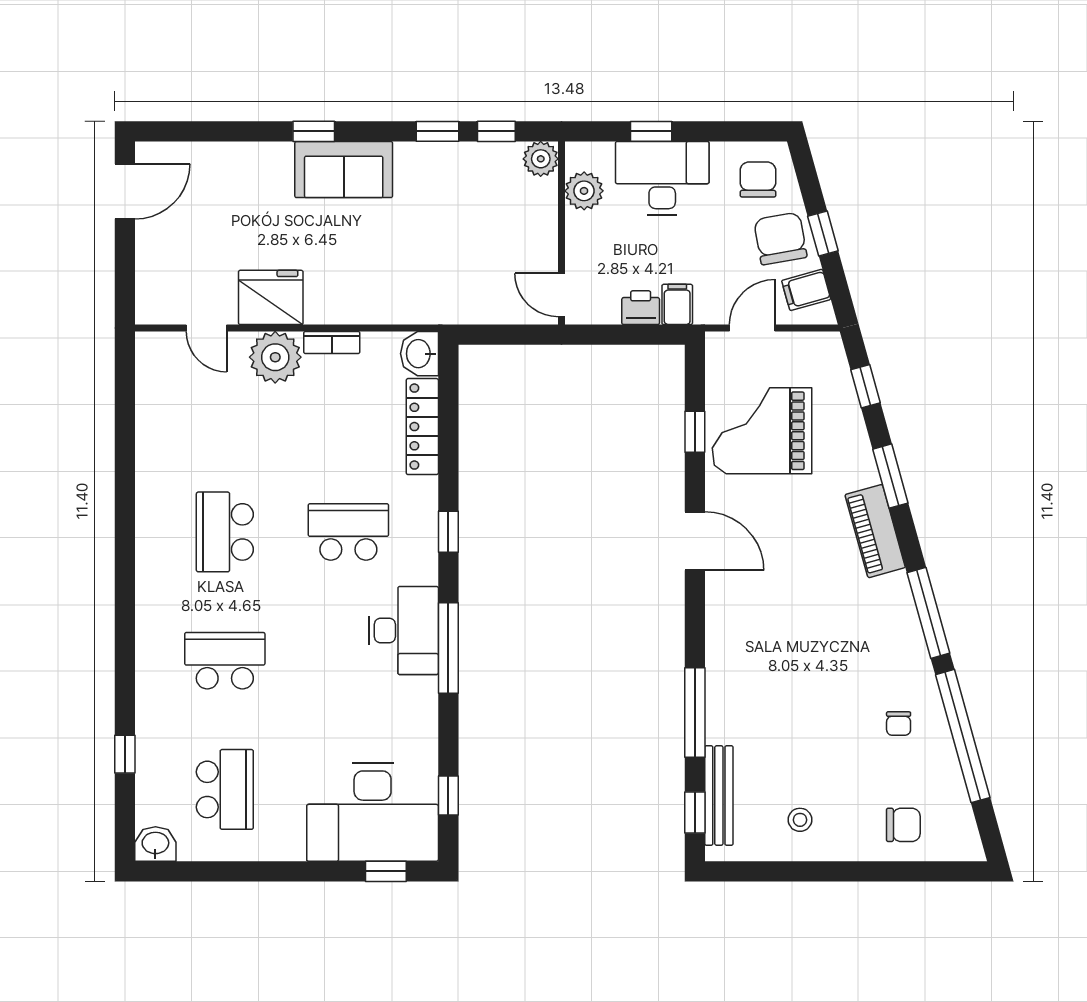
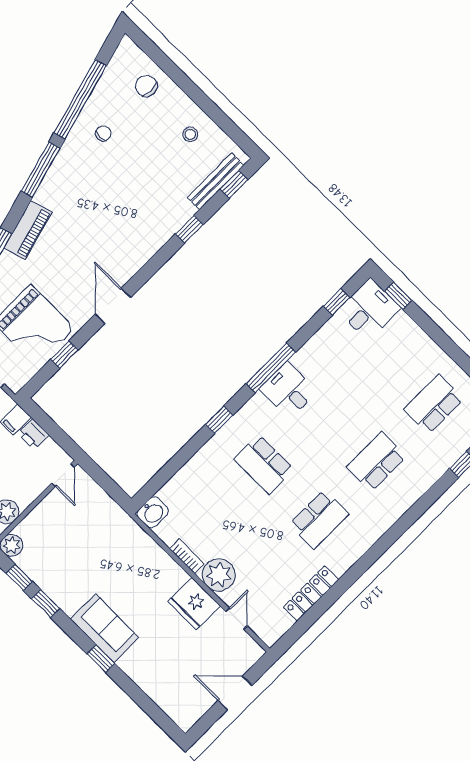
door: (125, 191) -> (235, 693), moved
locker: (422, 427) -> (311, 593), moved, turned 180
desk: (404, 630) -> (288, 390), width x0.73
school desk: (225, 661) -> (376, 462), turned 90
window: (695, 712) -> (189, 229), width x0.46
desk: (373, 812) -> (369, 309), width x0.53, depth x0.77

